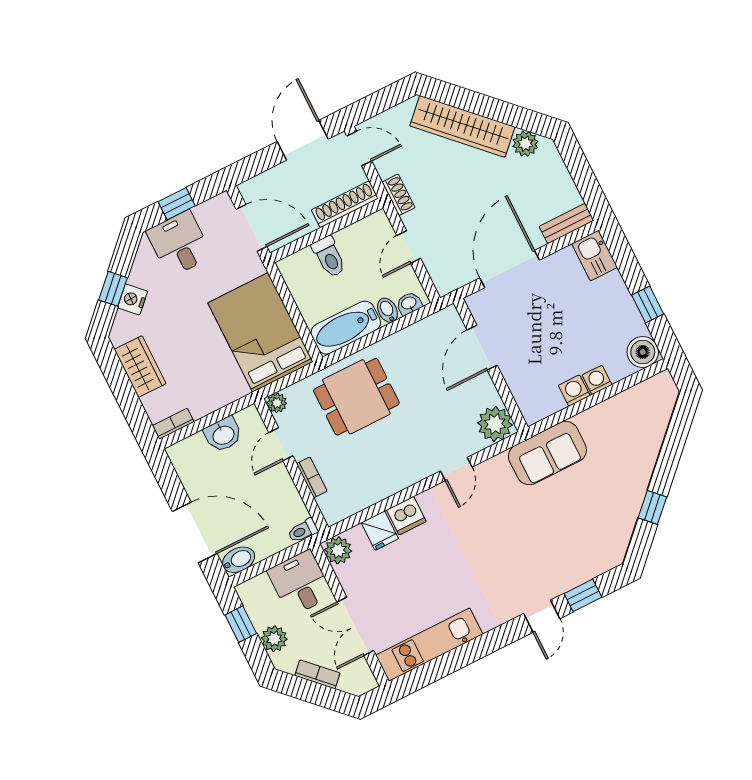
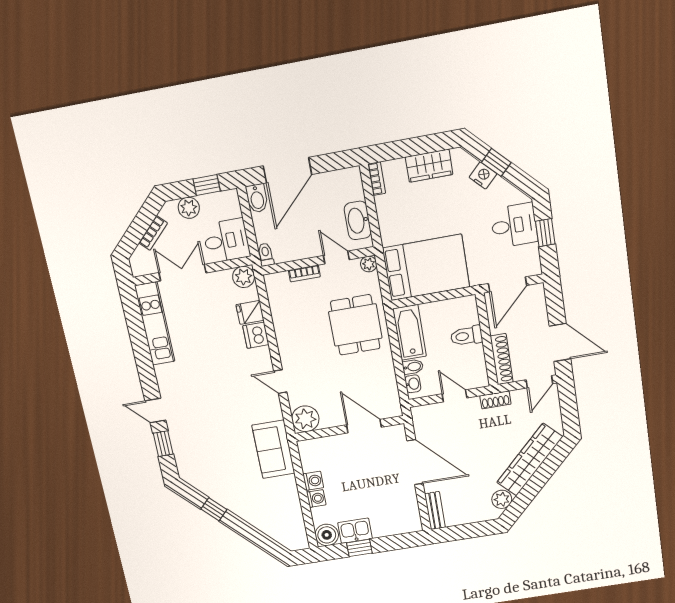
kitchen sink: (595, 255) -> (355, 531), moved
washbasin: (223, 435) -> (358, 220), width x1.38

